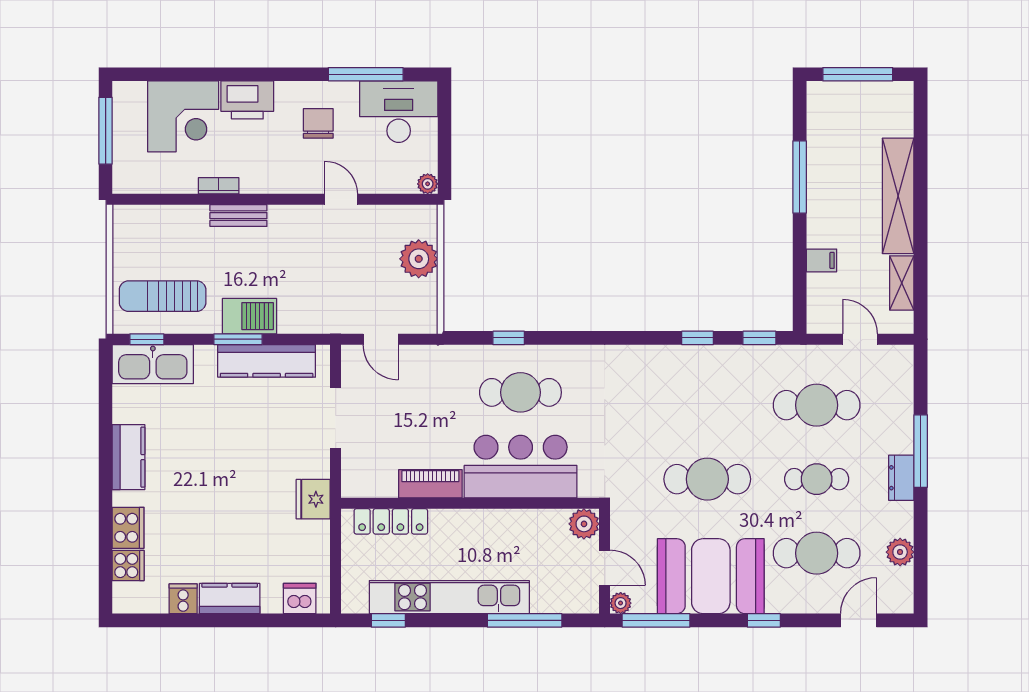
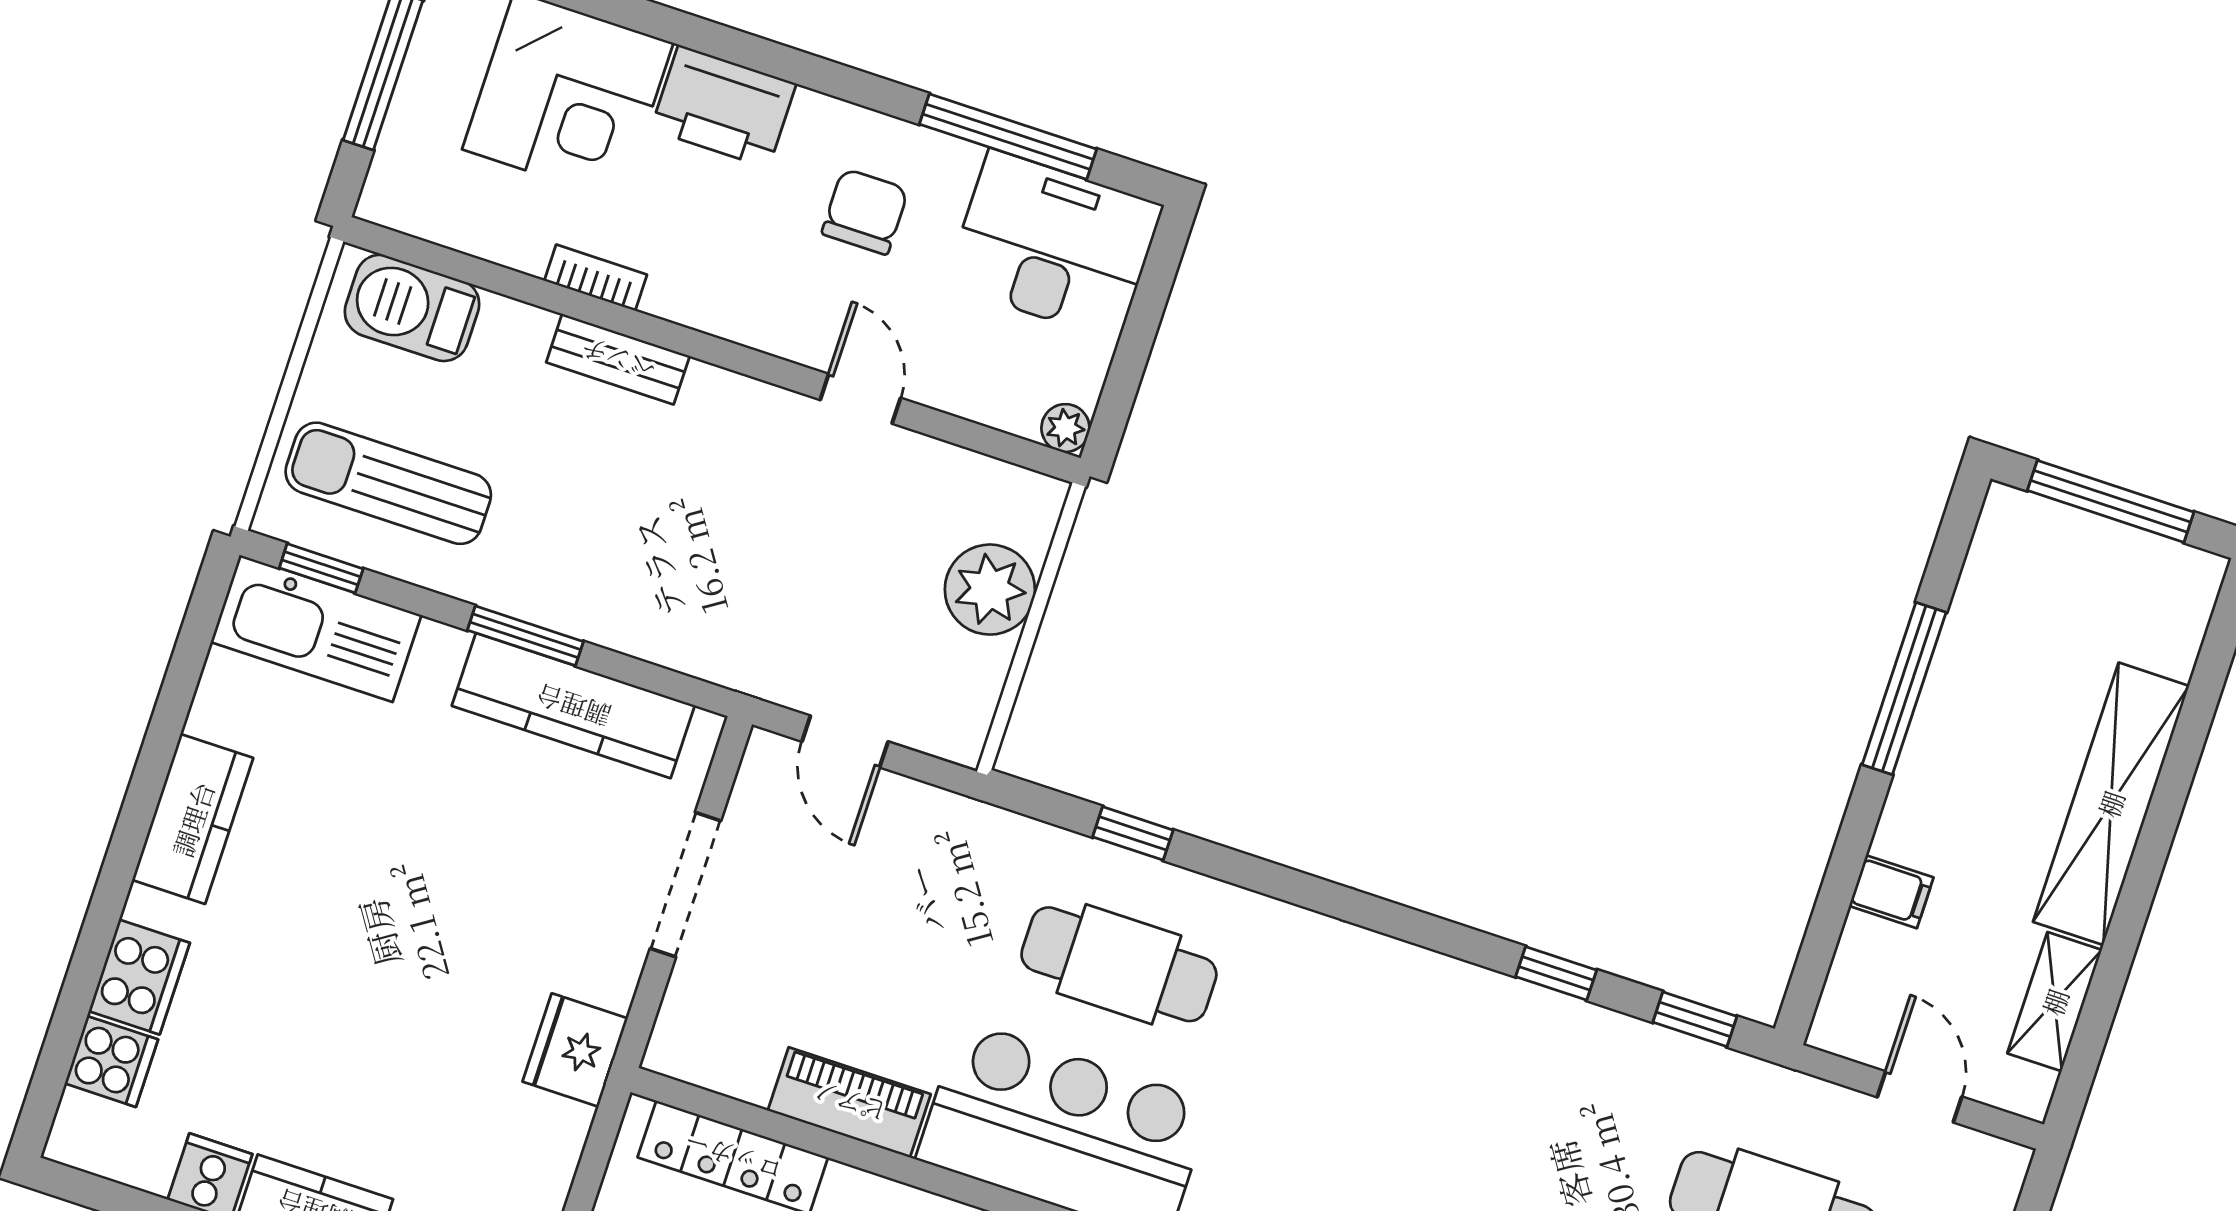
barbecue: (249, 316) -> (412, 308), moved, turned 180

